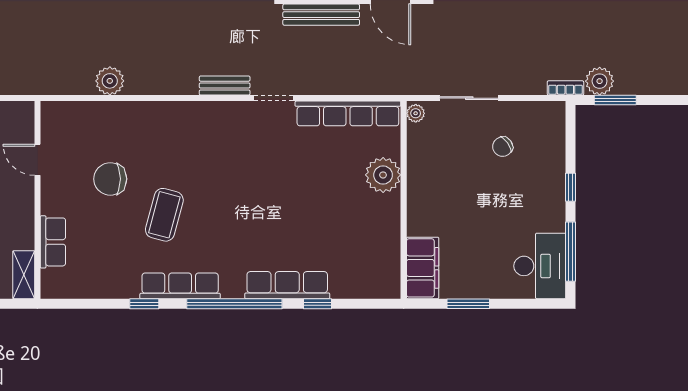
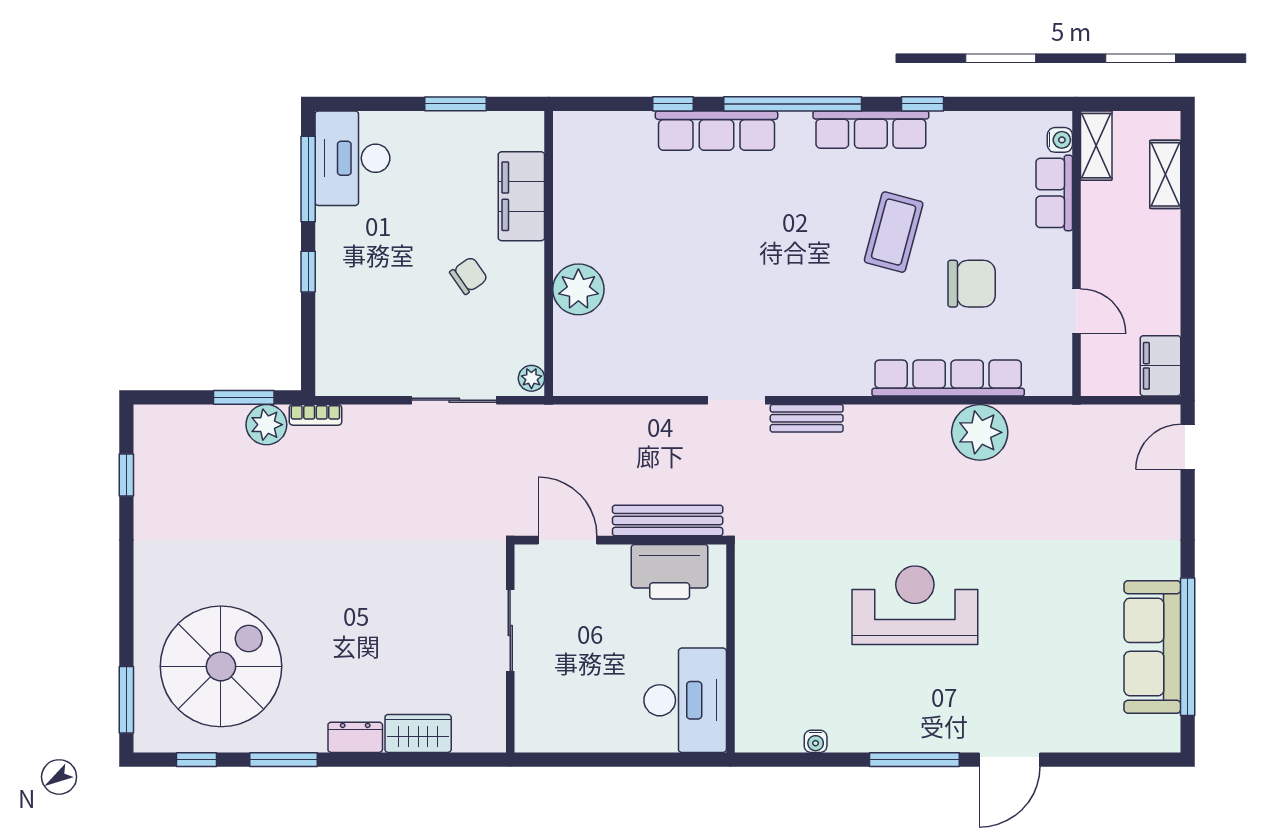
plant: (110, 81) -> (980, 432), width x1.36, depth x1.36
row of seats: (348, 113) -> (948, 378), moved
chair: (503, 147) -> (469, 276), moved
filing cabinet: (423, 268) -> (521, 196), moved
water cooler: (49, 279) -> (1060, 140), added

